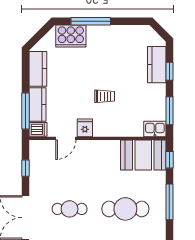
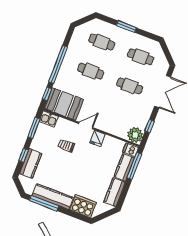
window: (91, 21) -> (44, 203), moved
kitchen counter: (113, 34) -> (53, 197), added
trolley: (105, 96) -> (66, 146), moved
door: (66, 138) -> (86, 125), moved
plant: (39, 150) -> (135, 135), added
window: (169, 202) -> (58, 64), width x1.46
cafe table: (125, 209) -> (91, 71), width x0.73, depth x0.74

